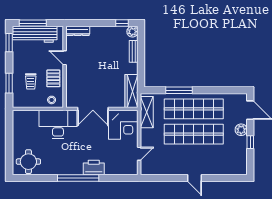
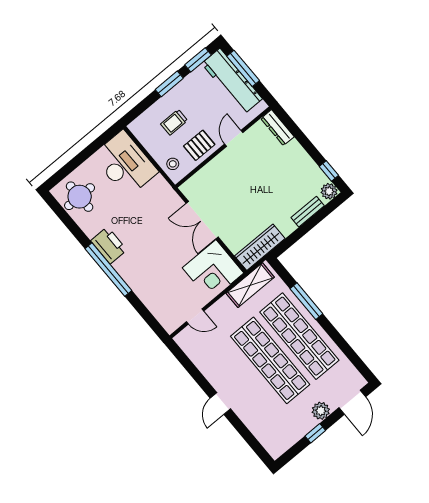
window: (9, 83) -> (169, 84), moved
desk: (58, 124) -> (125, 164), moved
printer: (94, 167) -> (109, 245), moved

